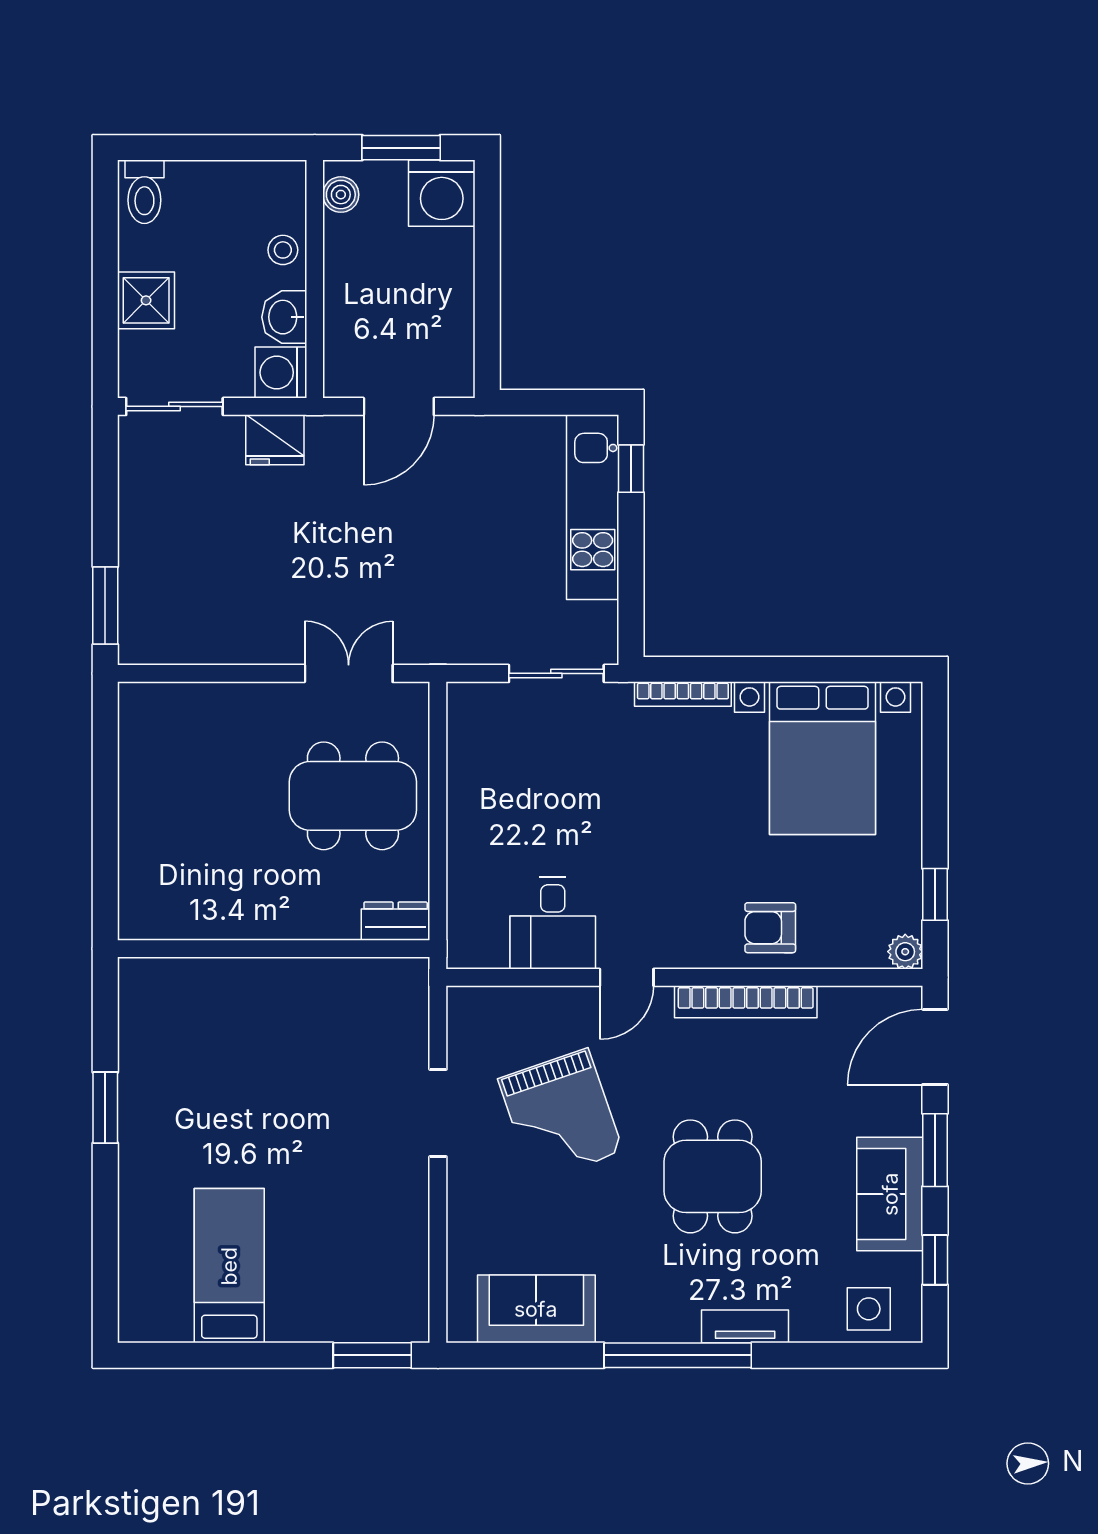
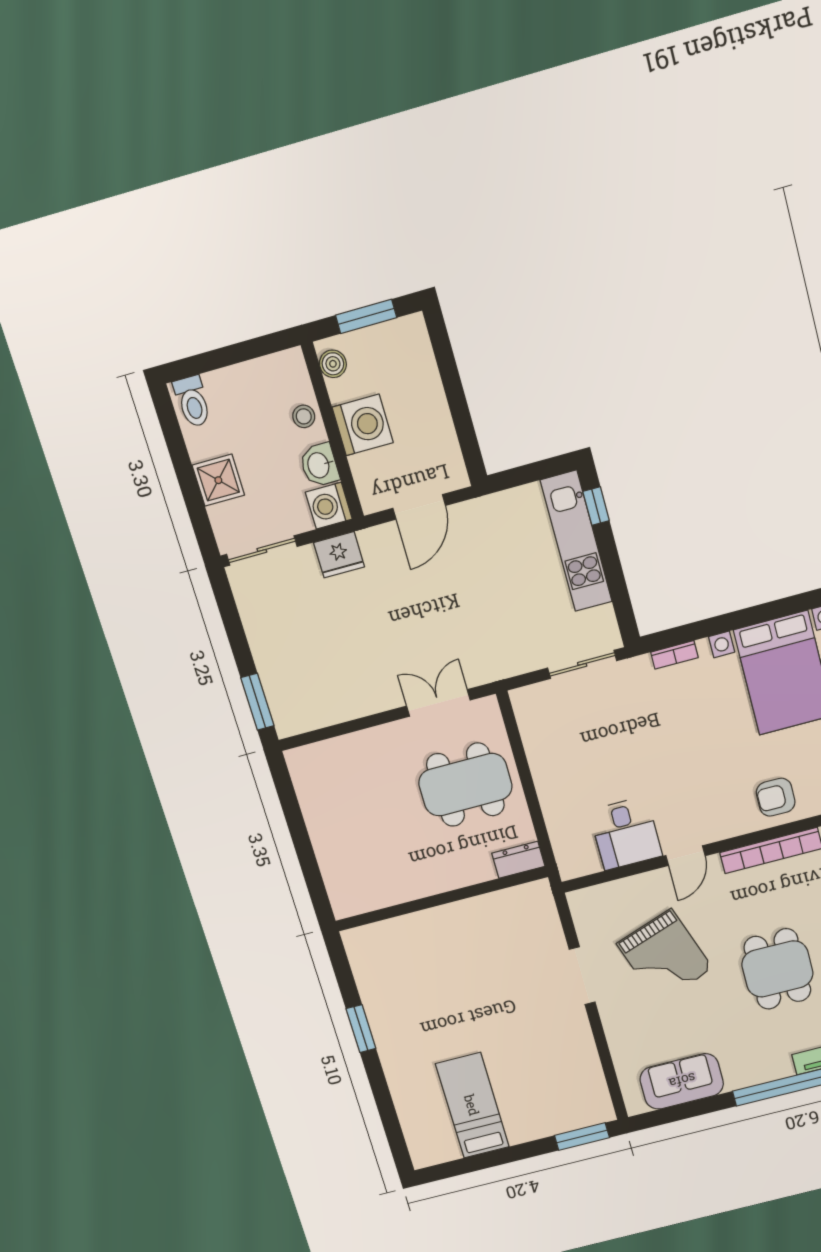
washing machine: (442, 193) -> (363, 425), moved, turned -90
bookcase: (683, 694) -> (674, 655), width x0.64

